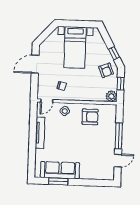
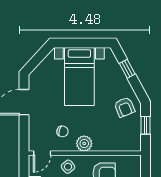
window: (114, 53) -> (127, 69), moved
plant: (111, 96) -> (84, 144), moved

